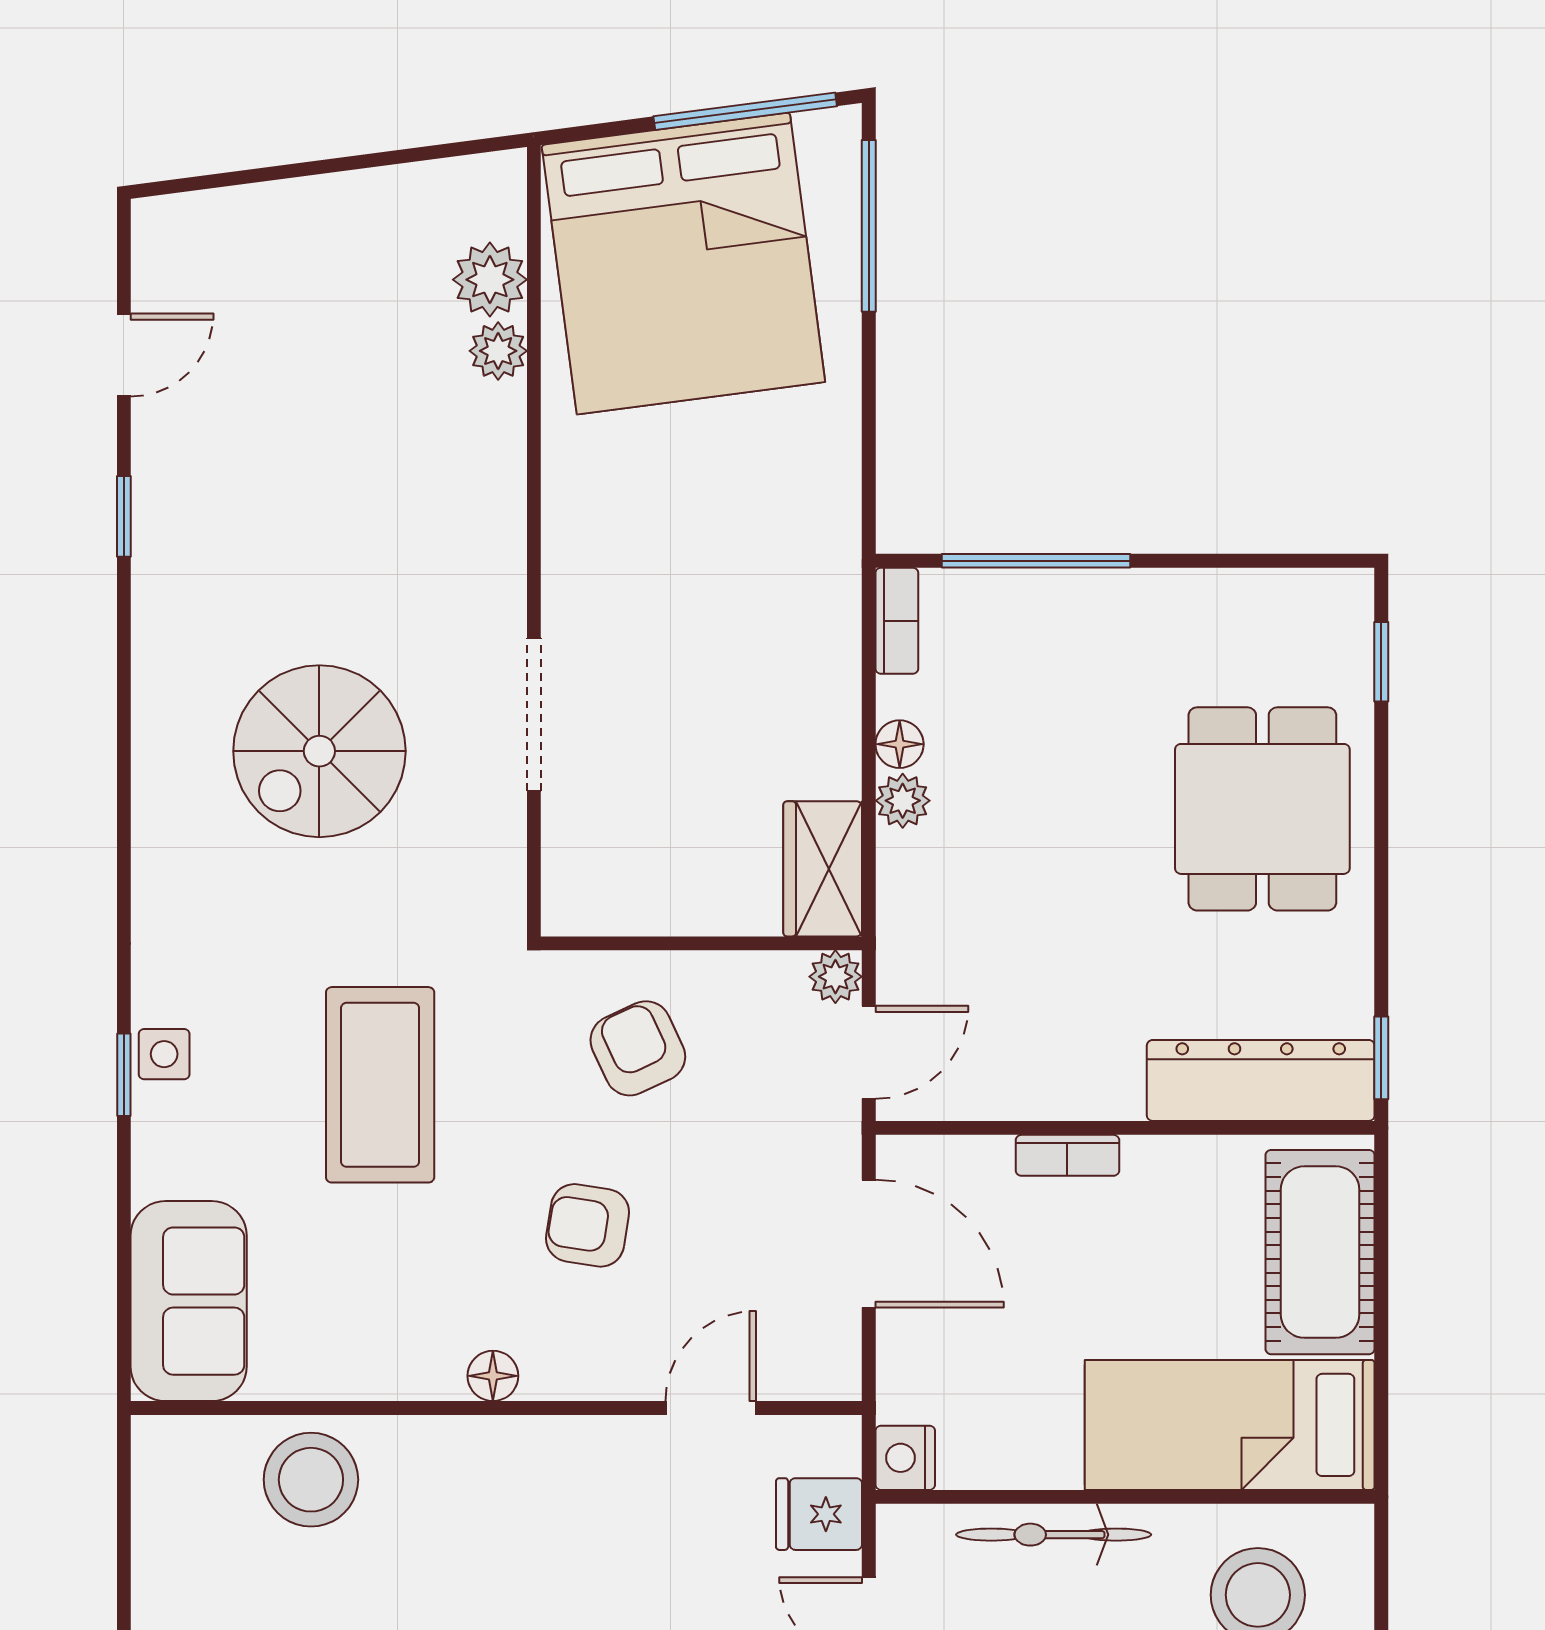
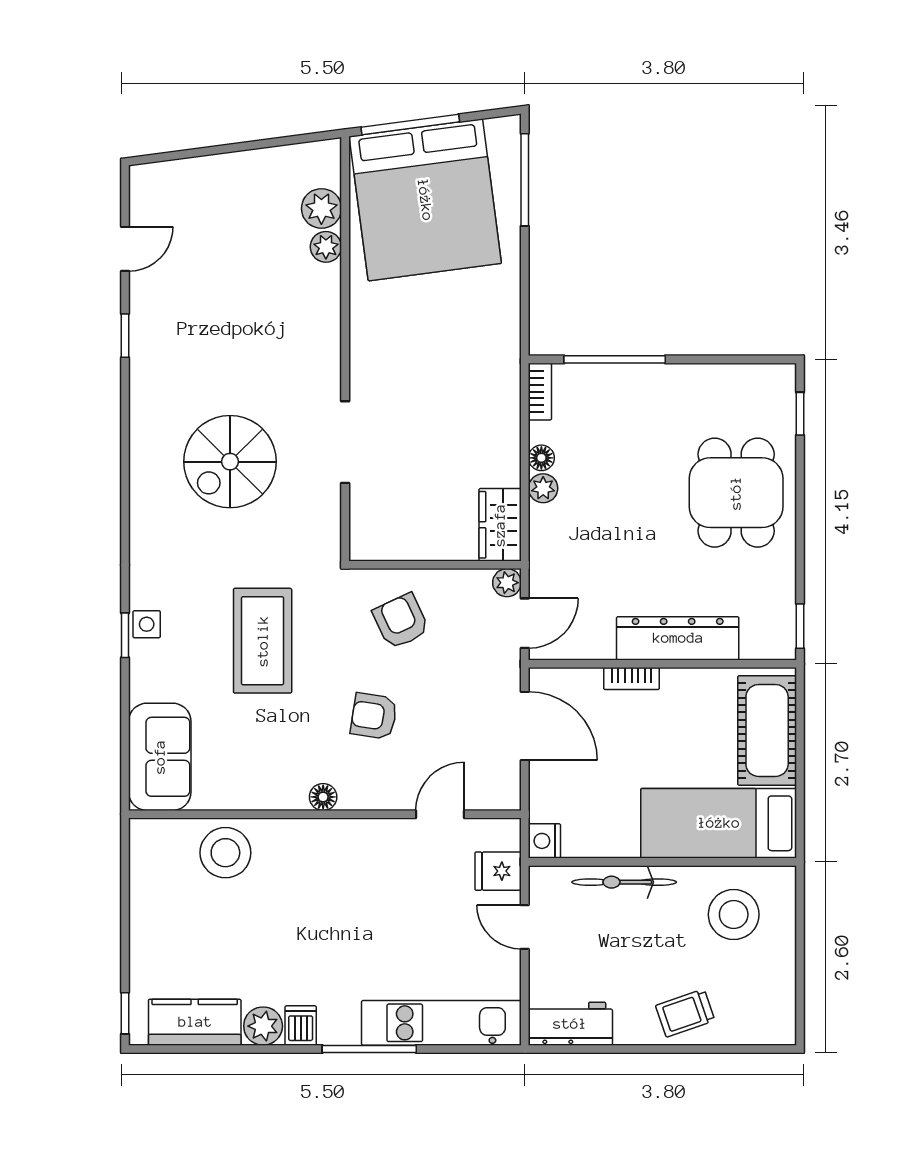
window: (745, 111) -> (410, 124), moved
dresser: (1261, 1080) -> (678, 638), moved

